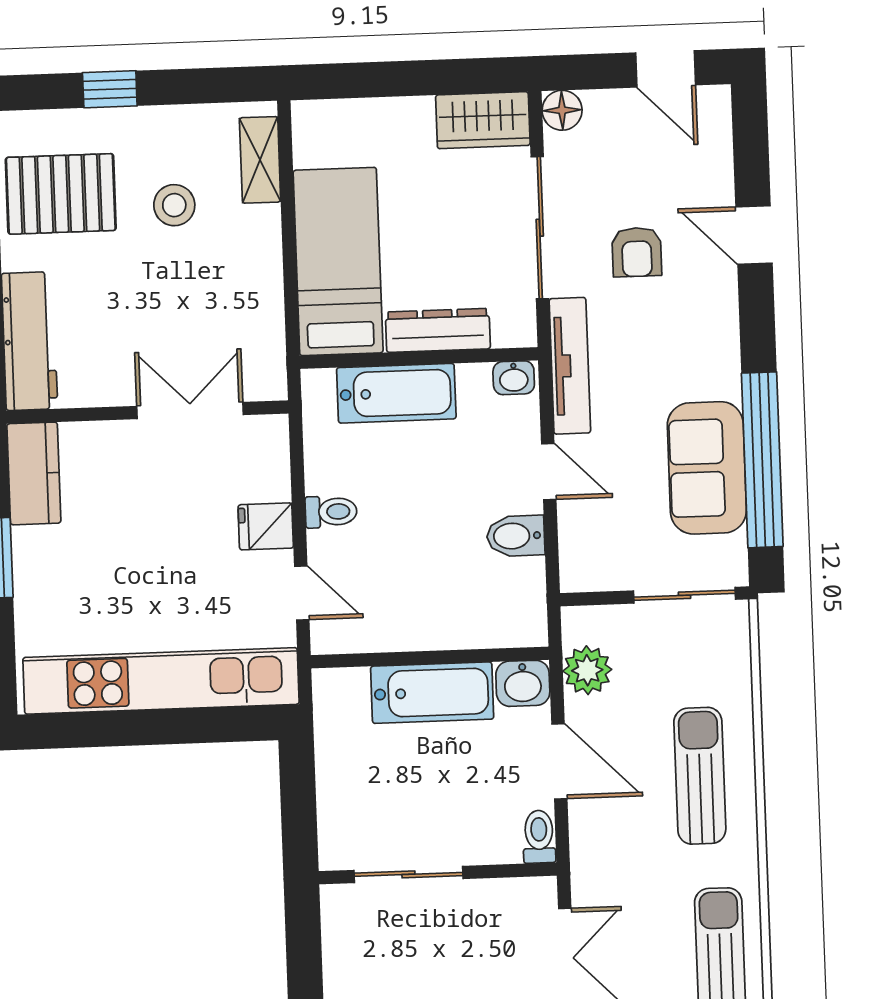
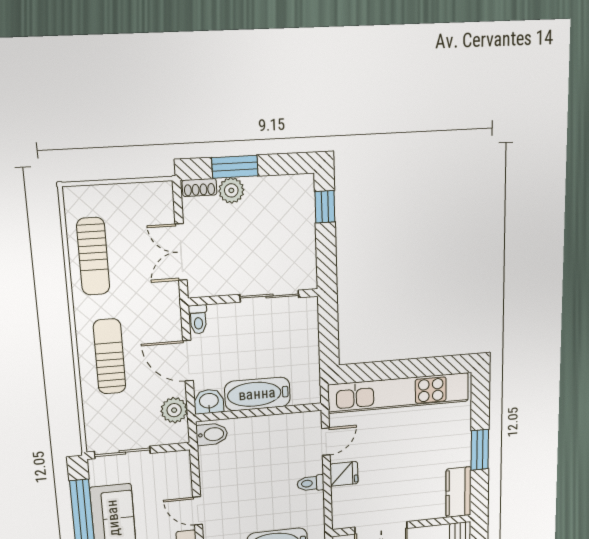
bidet: (516, 536) -> (212, 434), moved
door: (302, 593) -> (326, 442), swing flipped
sun lounger: (700, 776) -> (110, 356), turned 180

